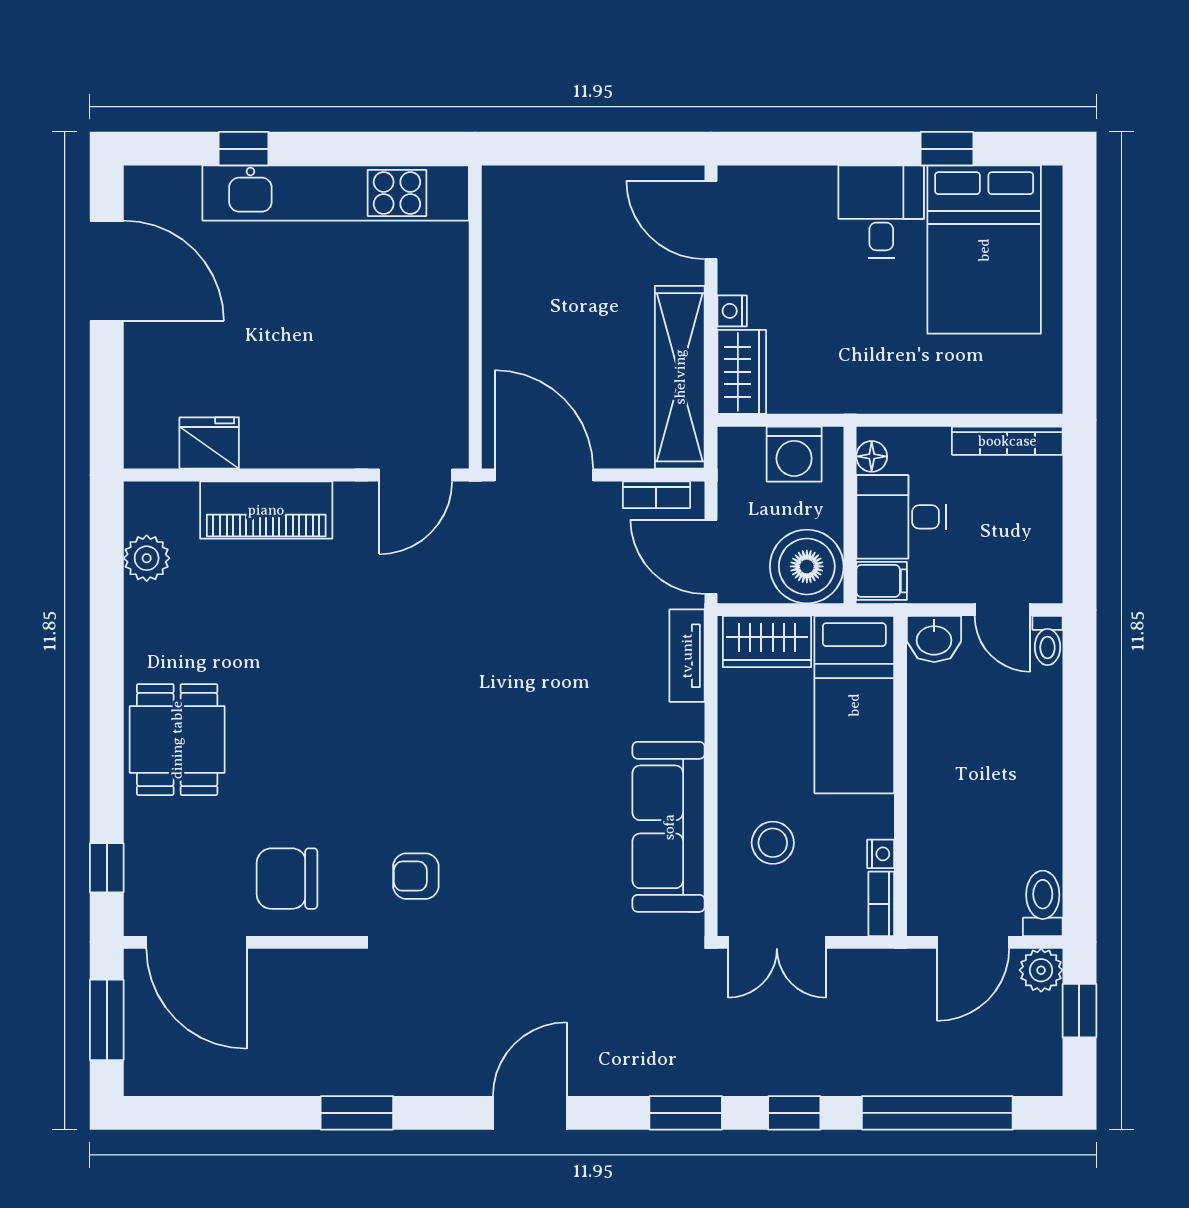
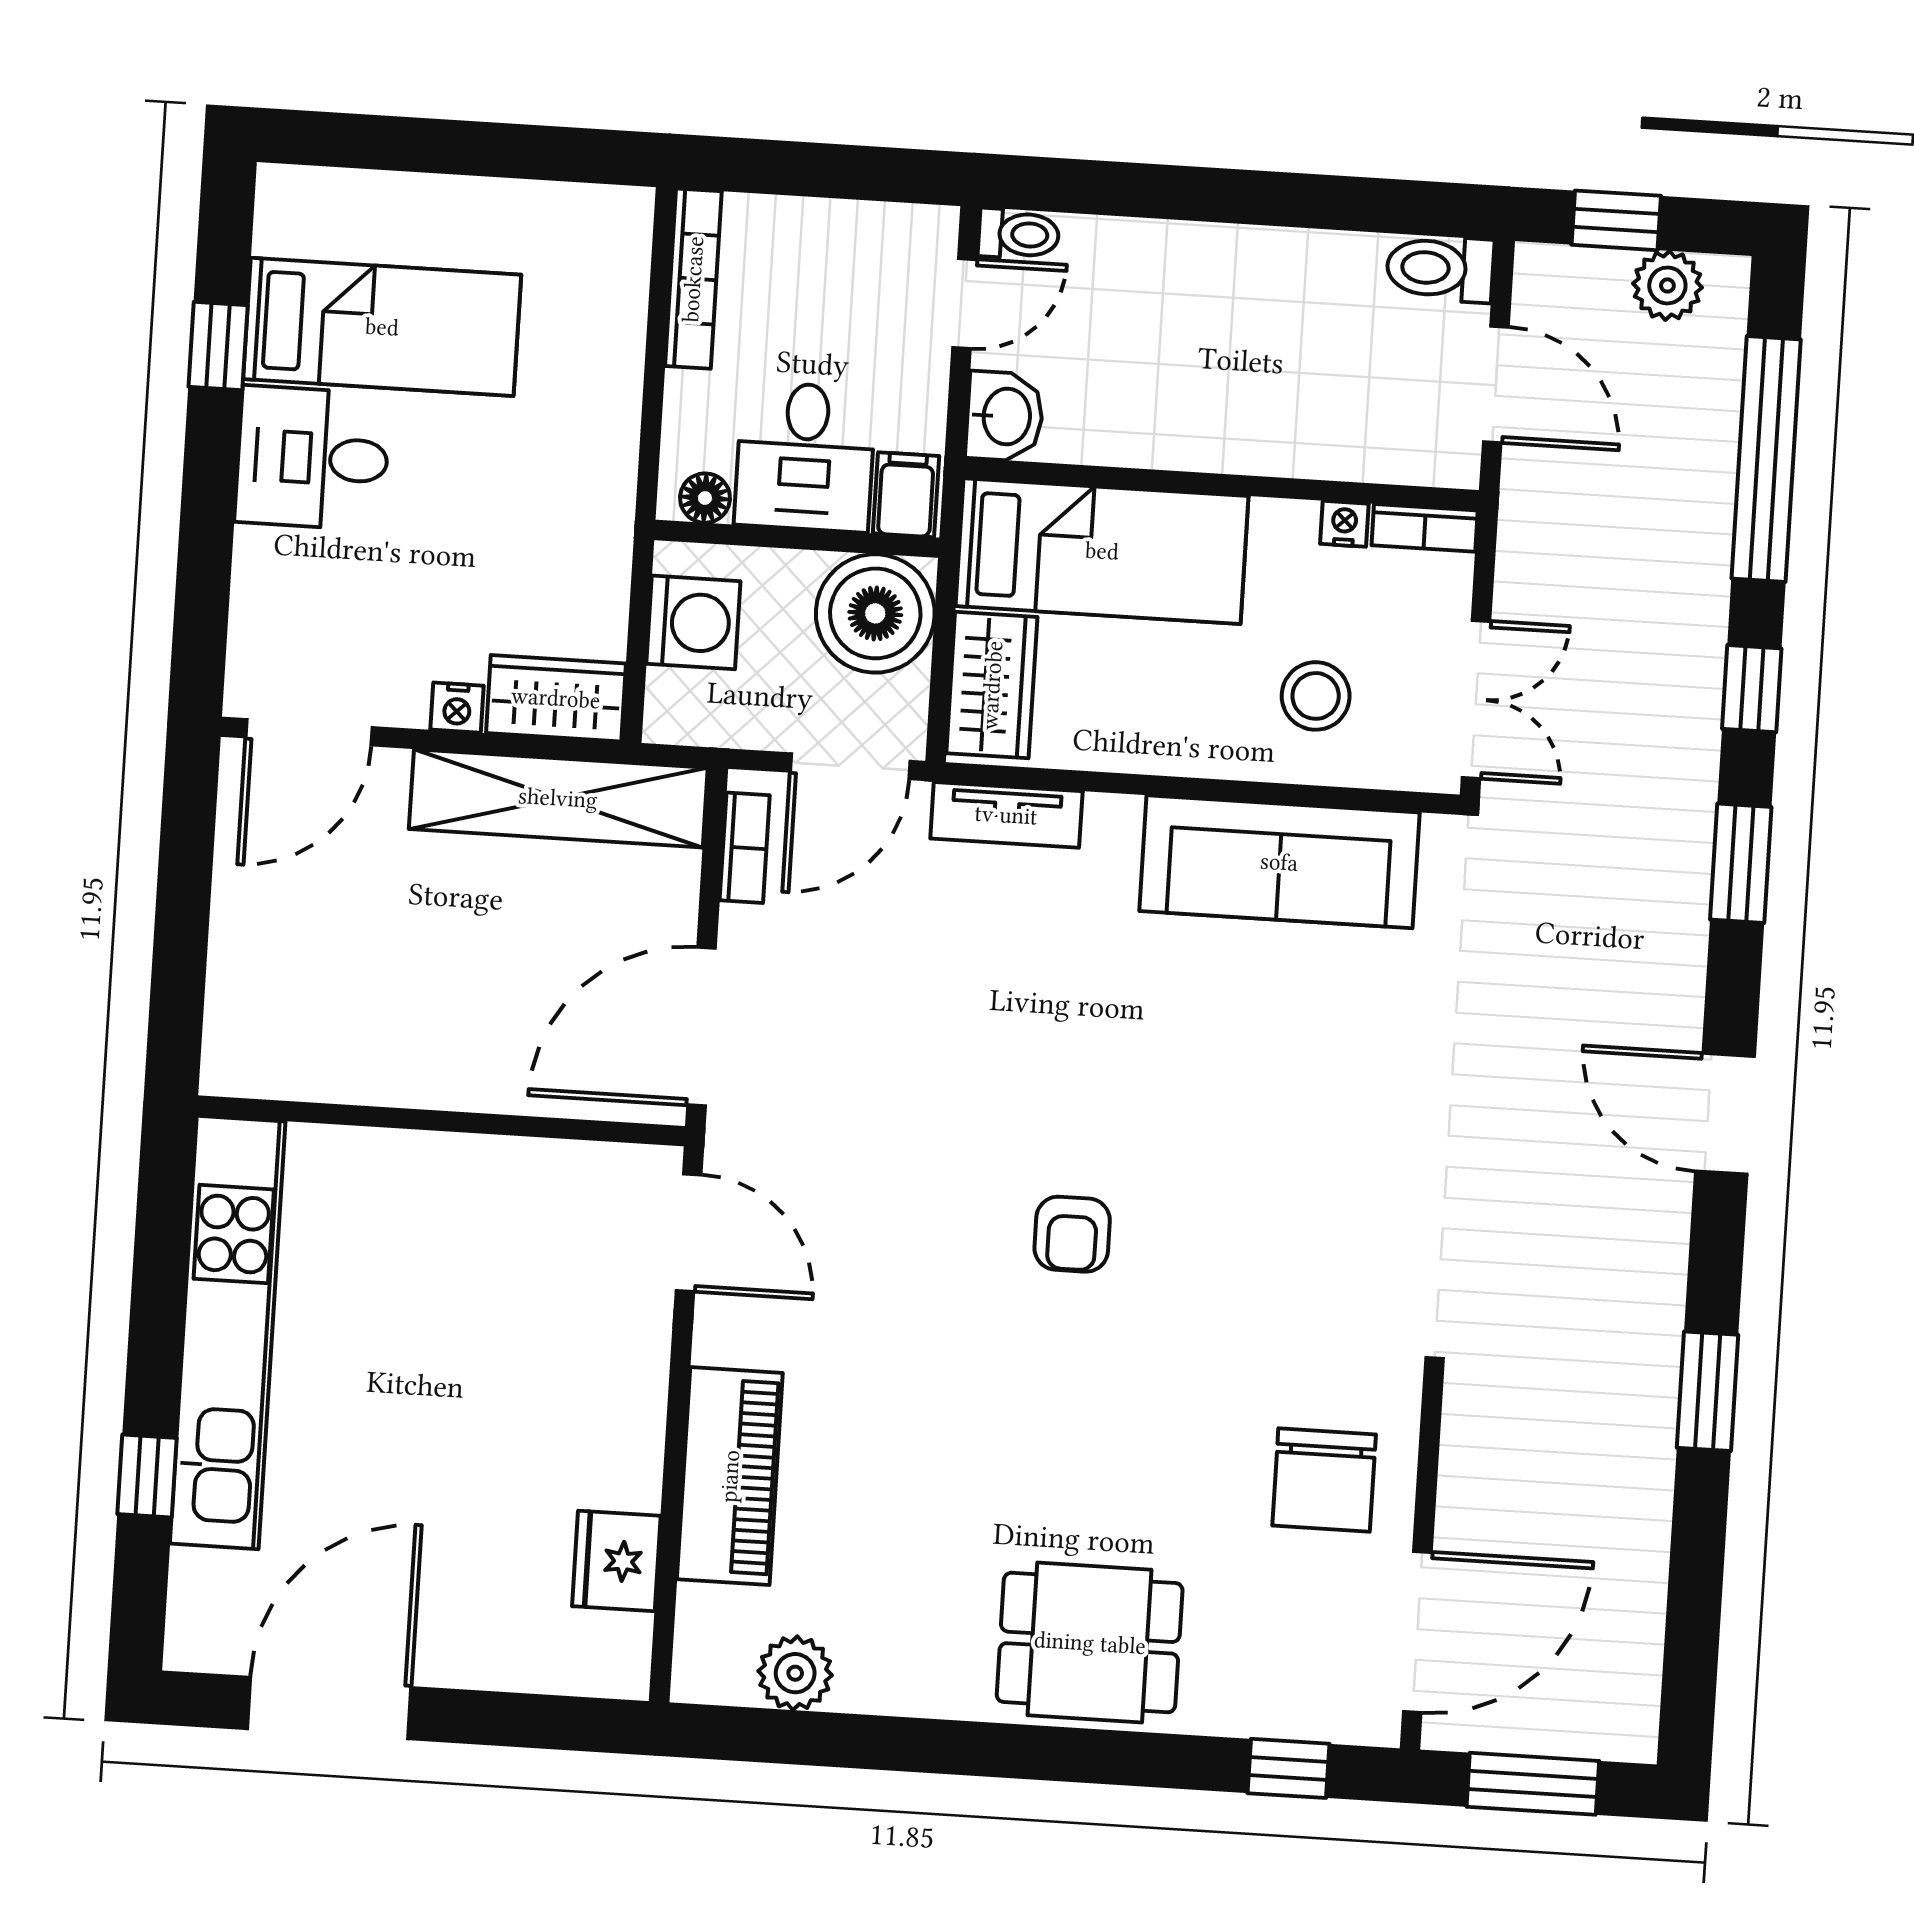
bed: (984, 250) -> (382, 327), width x0.67
armchair: (416, 876) -> (1072, 1234), moved
plant: (1041, 970) -> (1667, 285), moved

